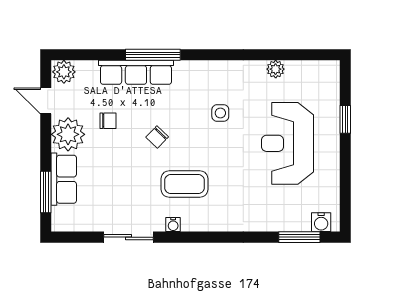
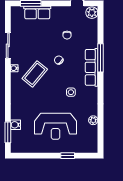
row of seats: (136, 72) -> (92, 67), moved
plant: (68, 134) -> (60, 15), removed
reception desk: (287, 143) -> (56, 126), turned 180
coffee table: (185, 184) -> (35, 74), turned 40
water cooler: (321, 222) -> (15, 125), moved

